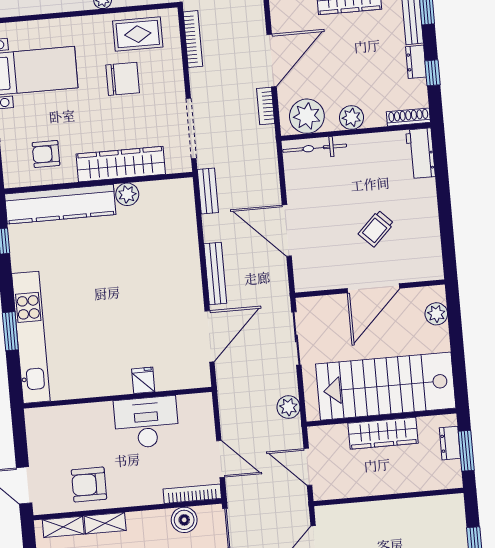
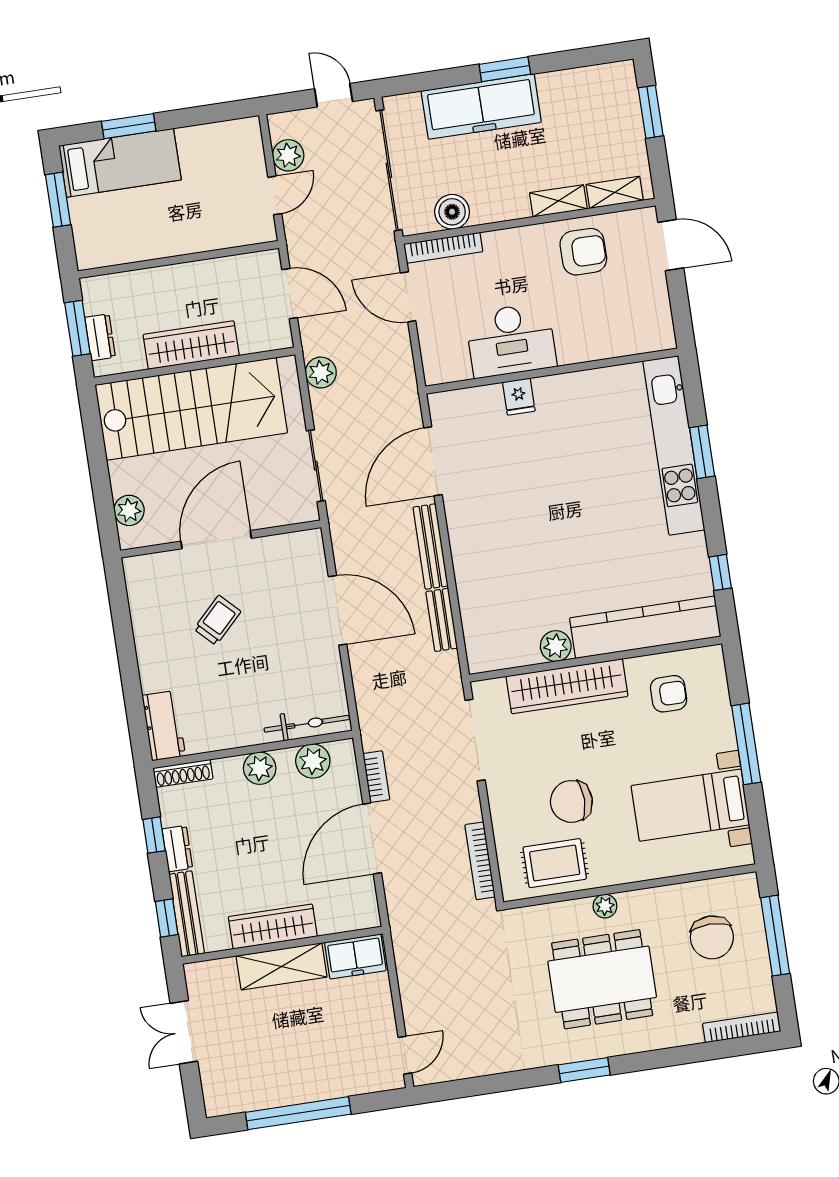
plant: (307, 116) -> (313, 761), width x0.73, depth x0.73
bench: (208, 191) -> (442, 620), moved

